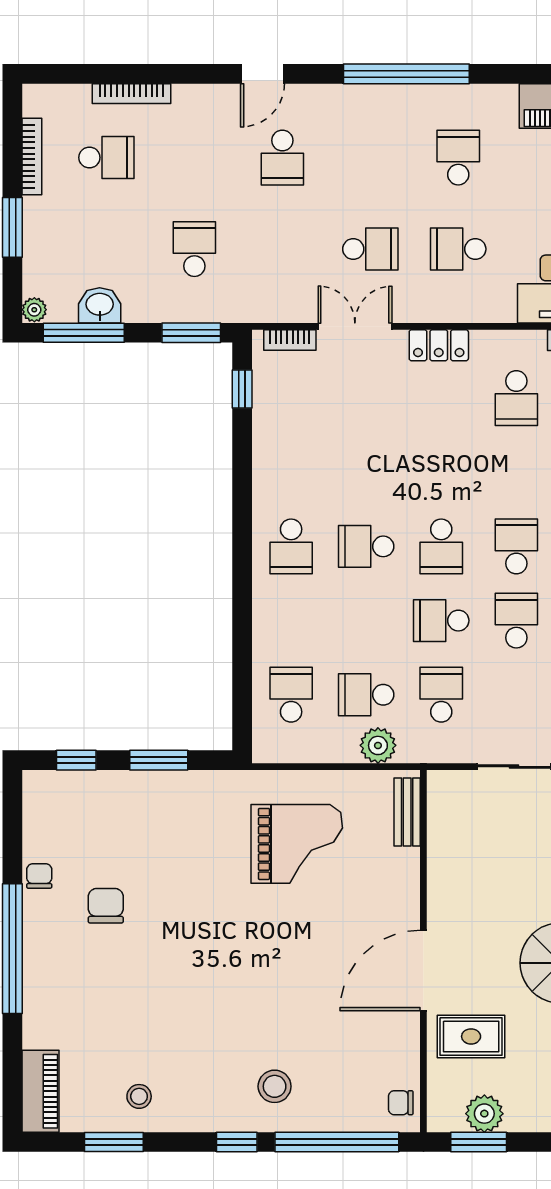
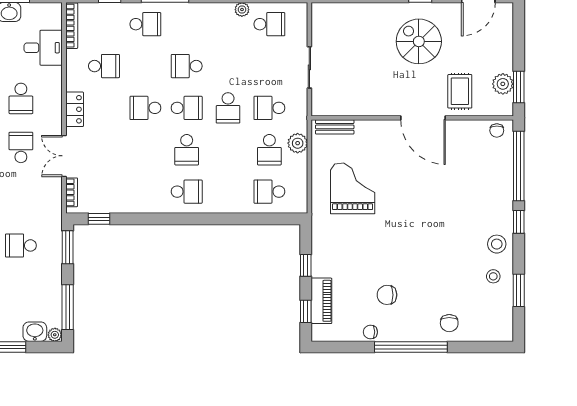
washbasin: (100, 305) -> (35, 332), moved, turned 90
school desk: (516, 621) -> (145, 108), moved
window: (159, 760) -> (306, 265), width x0.67
chair: (55, 1017) -> (449, 323), added
stool: (275, 1086) -> (497, 244), moved
piano: (40, 1091) -> (321, 301), moved, turned 90

